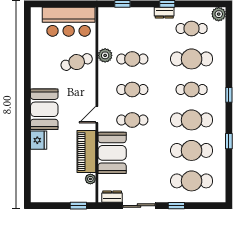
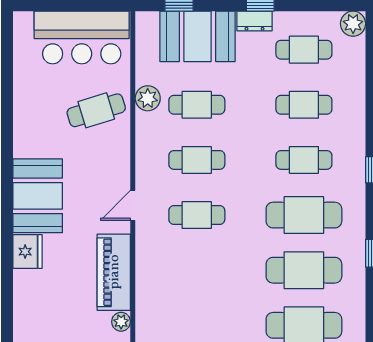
cafe table: (192, 59) -> (304, 105), width x0.73, depth x0.74
booth: (112, 153) -> (197, 36), moved, turned 90

